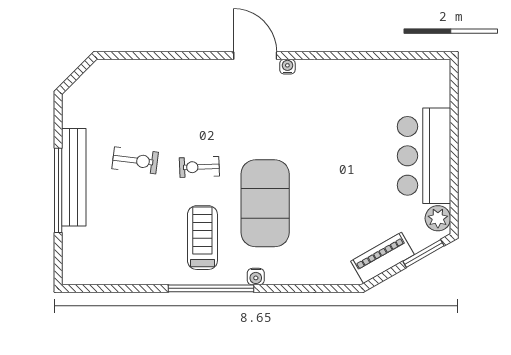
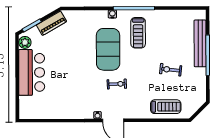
treadmill: (146, 84) -> (166, 107), added
exercise bike: (199, 167) -> (117, 84), moved
bench: (74, 177) -> (200, 43), moved

